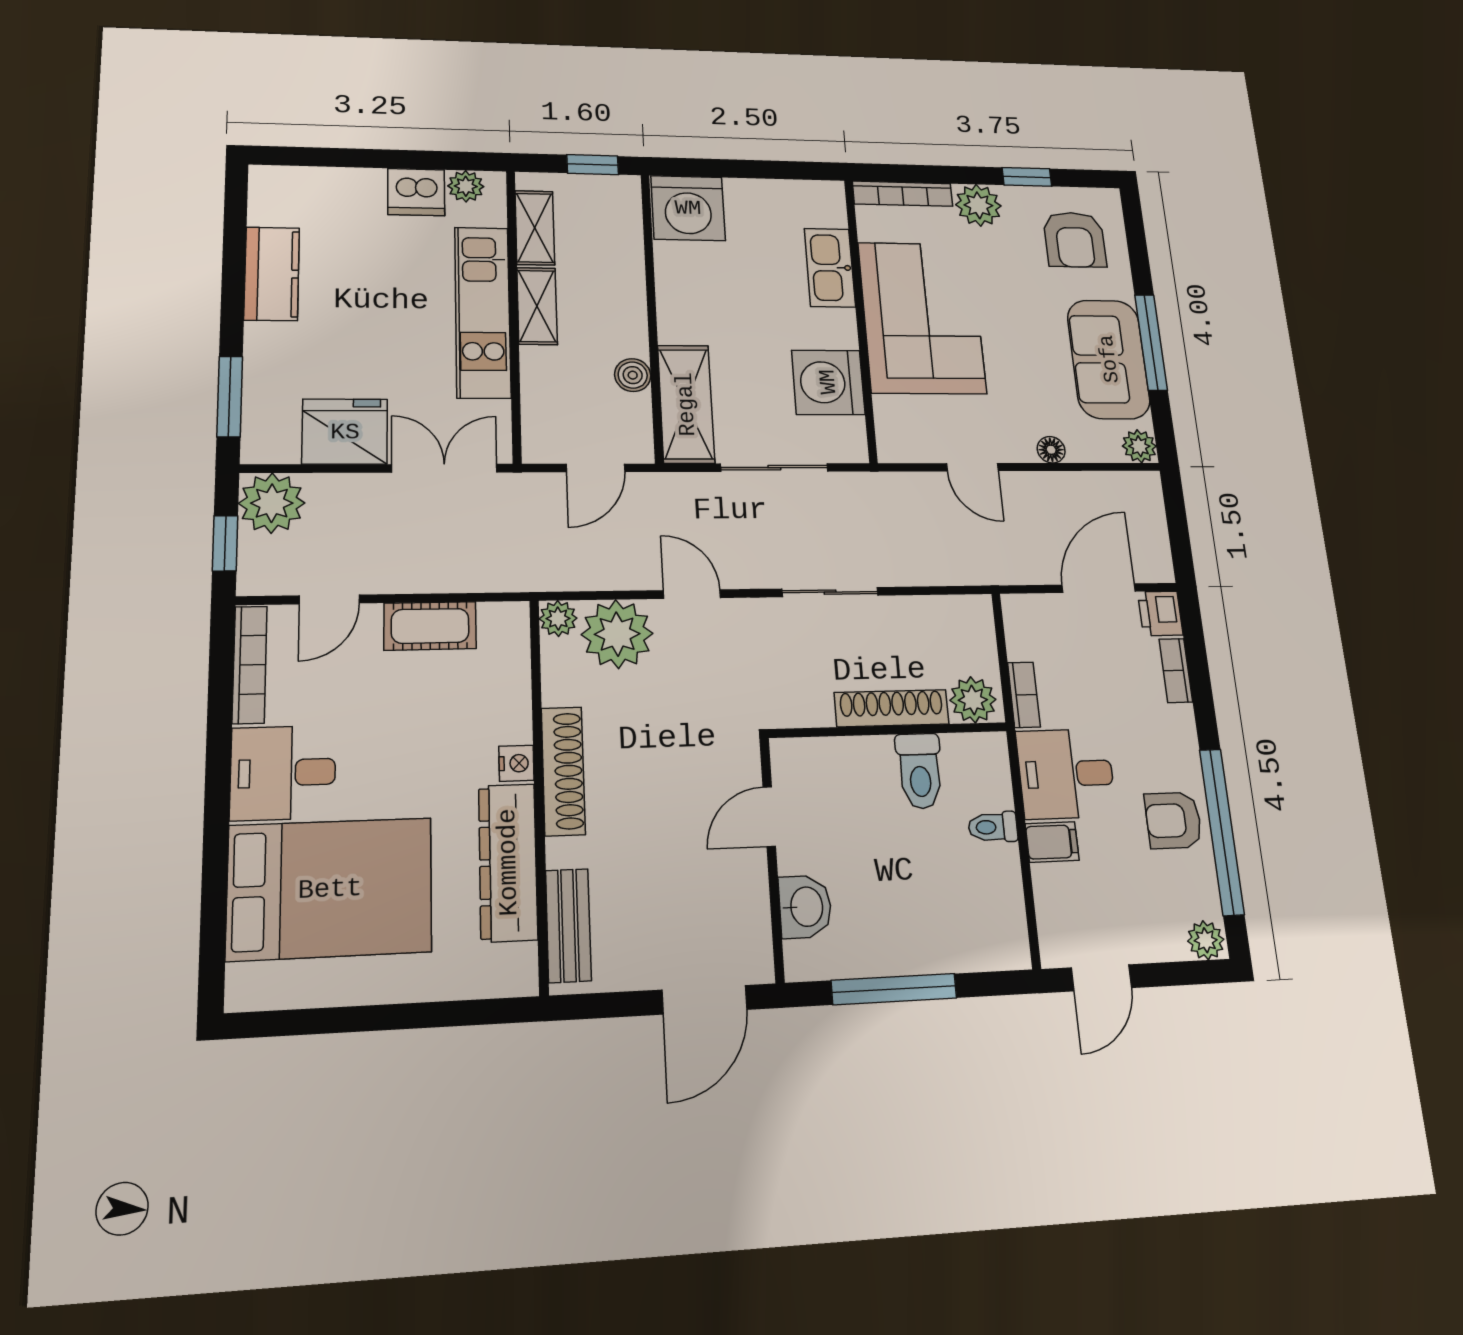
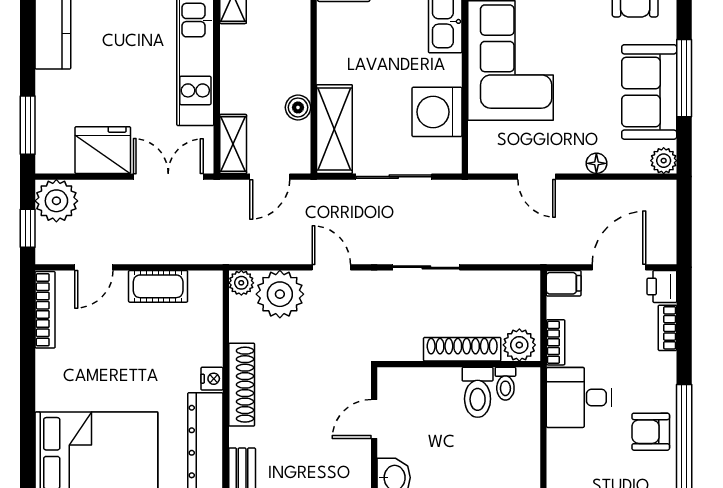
shelving: (537, 306) -> (233, 144), moved
desk: (283, 773) -> (67, 380), removed
toilet: (993, 827) -> (505, 384), moved, turned -90
filing cabinet: (1052, 842) -> (564, 283), moved

